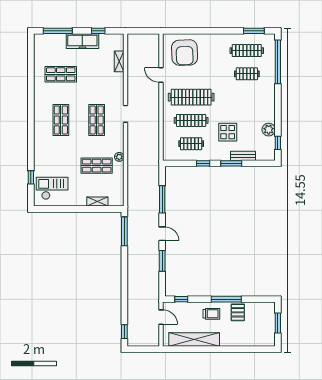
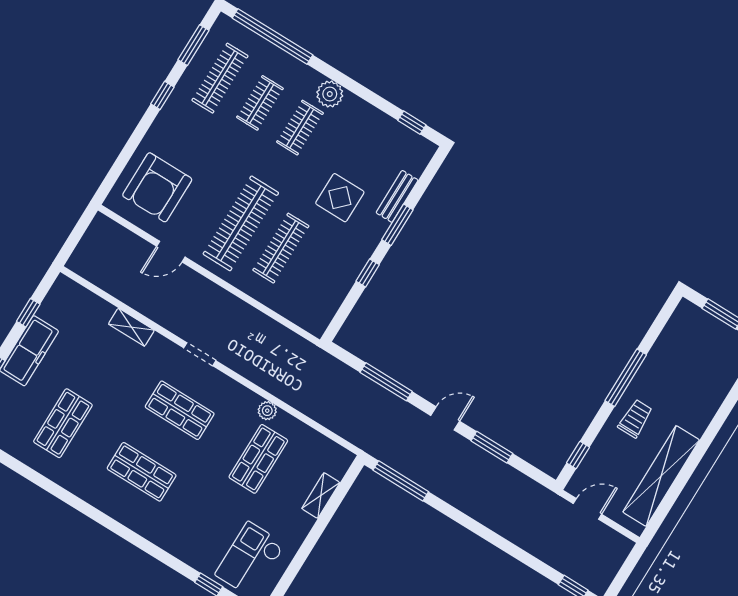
window: (225, 31) -> (162, 95), added
armchair: (185, 53) -> (157, 187), turned 92
shelving: (119, 61) -> (131, 327), moved
plant: (269, 130) -> (330, 94), moved
clothes rail: (191, 144) -> (300, 128), moved
pallet: (238, 312) -> (661, 372), removed

